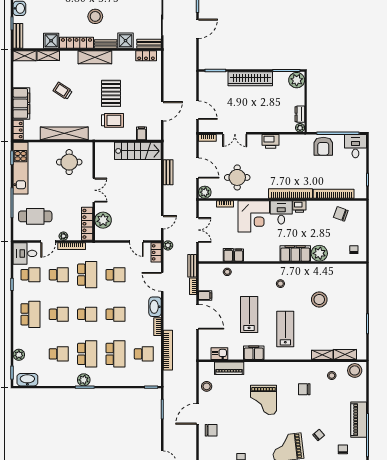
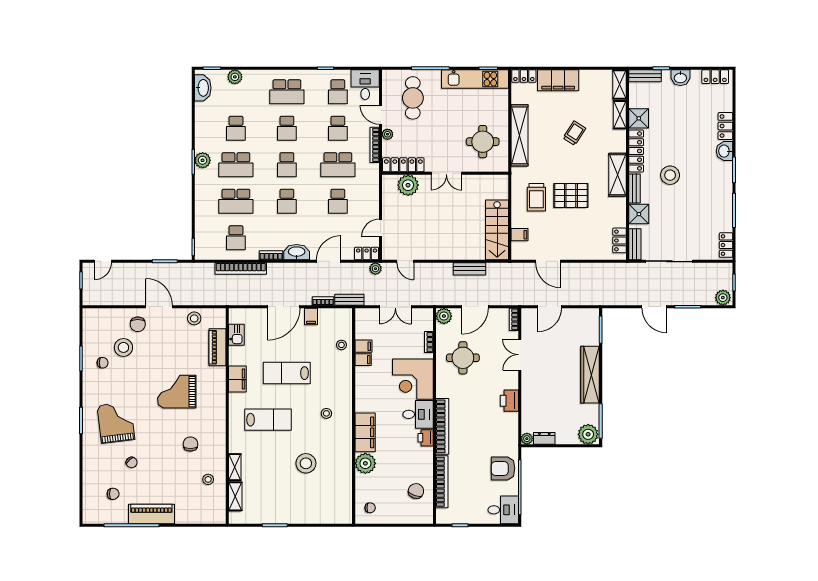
lab bench: (249, 314) -> (287, 373), turned 180
stool: (355, 370) -> (123, 347), moved

